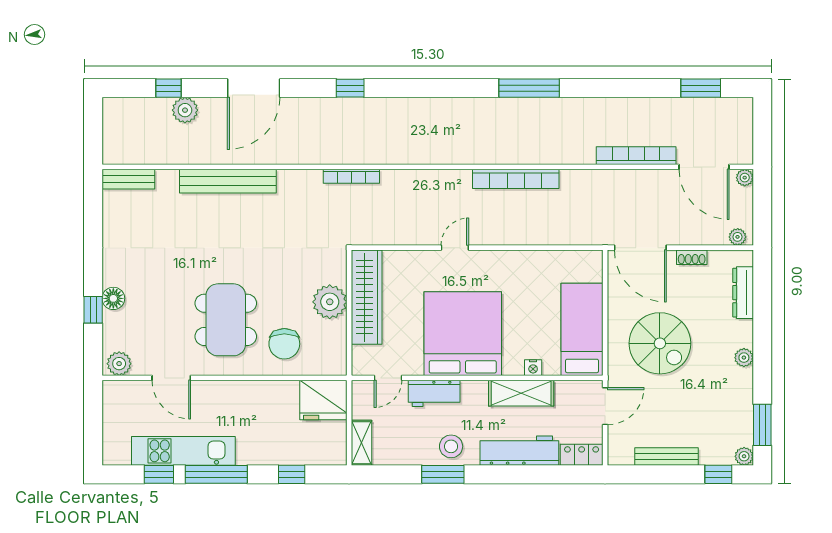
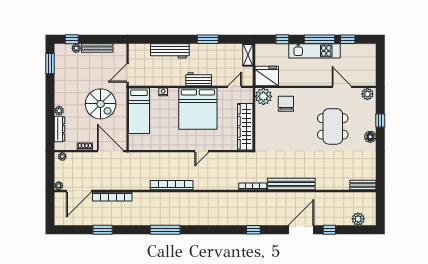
window: (168, 88) -> (329, 230), moved
window: (701, 88) -> (103, 230), moved
plant: (185, 110) -> (358, 219), moved
door: (704, 167) -> (79, 191), swing flipped
bench: (228, 181) -> (291, 184), moved
floor lamp: (113, 298) -> (370, 137), moved
plant: (330, 302) -> (263, 96), moved
dining table: (226, 320) -> (333, 126), moved
spiral stairs: (660, 343) -> (101, 104), turned 180
plant: (744, 358) -> (59, 111), moved
workbench: (434, 393) -> (199, 79), moved
shelving: (521, 393) -> (169, 79), removed
stool: (451, 446) -> (204, 53), removed
kitchen unit: (183, 451) -> (315, 51), moved
locker: (582, 455) -> (139, 49), removed
plant: (744, 456) -> (76, 48), moved

